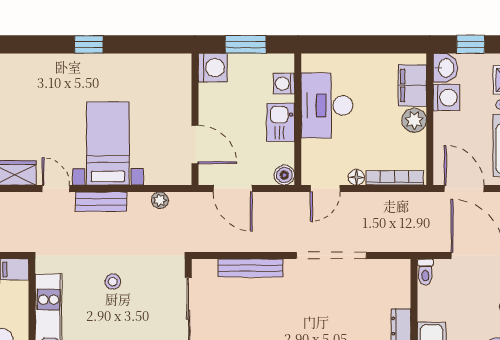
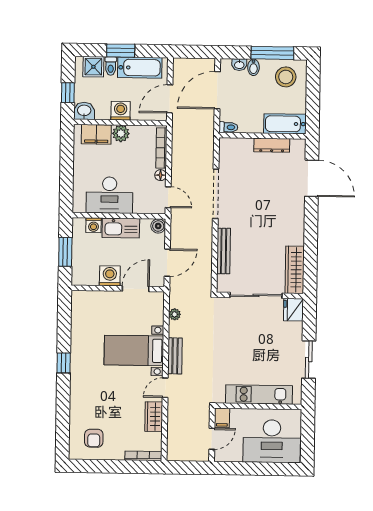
washing machine: (213, 68) -> (110, 276), moved
washing machine: (446, 98) -> (121, 111), moved
kitchen sink: (281, 122) -> (121, 228), width x1.38
stool: (113, 282) -> (232, 349), removed

